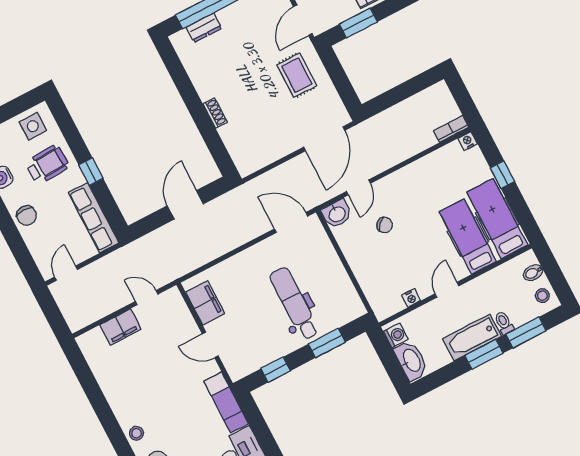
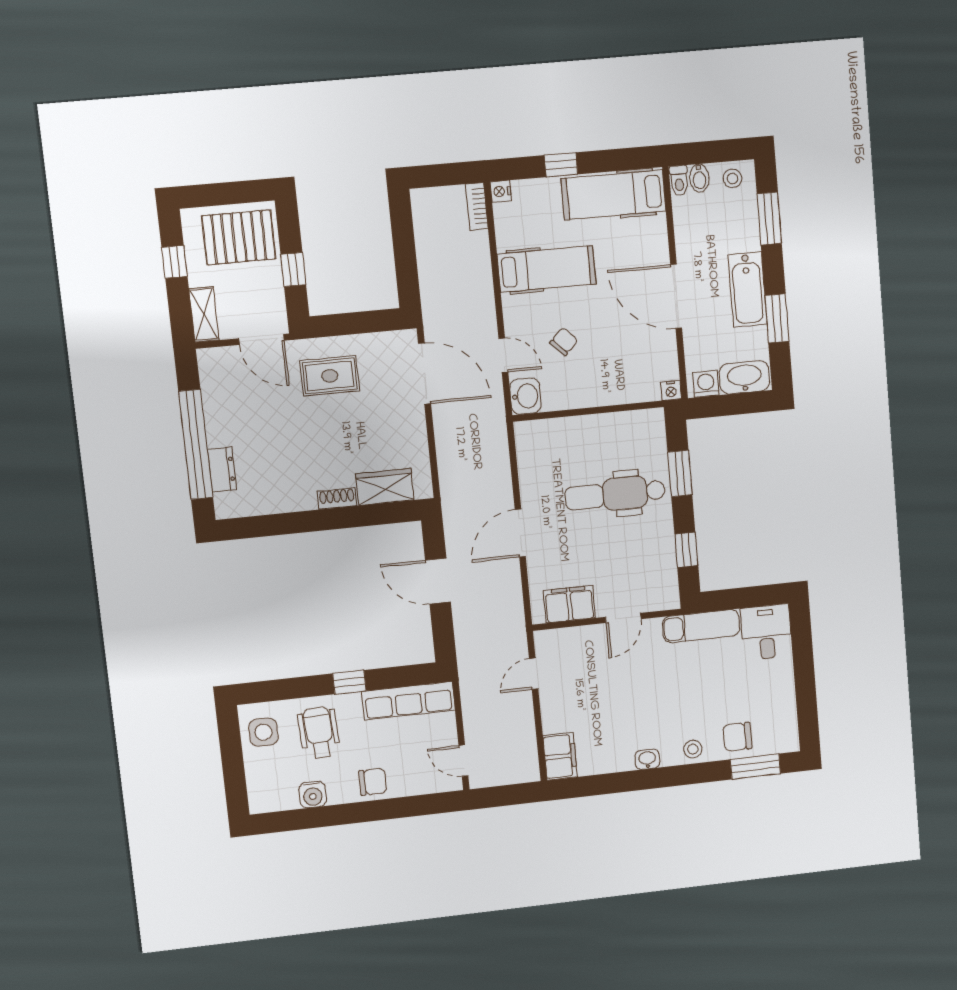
window: (358, 23) -> (293, 269), width x0.67
wardrobe: (236, 142) -> (385, 487), added
door: (291, 222) -> (520, 533), moved
hospital bed: (468, 237) -> (546, 269), moved, turned 180
door: (447, 290) -> (676, 296), width x1.87
nightstand: (411, 298) -> (671, 390), moved, turned 90
toilet: (504, 323) -> (679, 181), moved, turned -90
filing cabinet: (121, 327) -> (560, 756), moved
window: (484, 354) -> (777, 318), moved
washbasin: (117, 404) -> (647, 759), added

